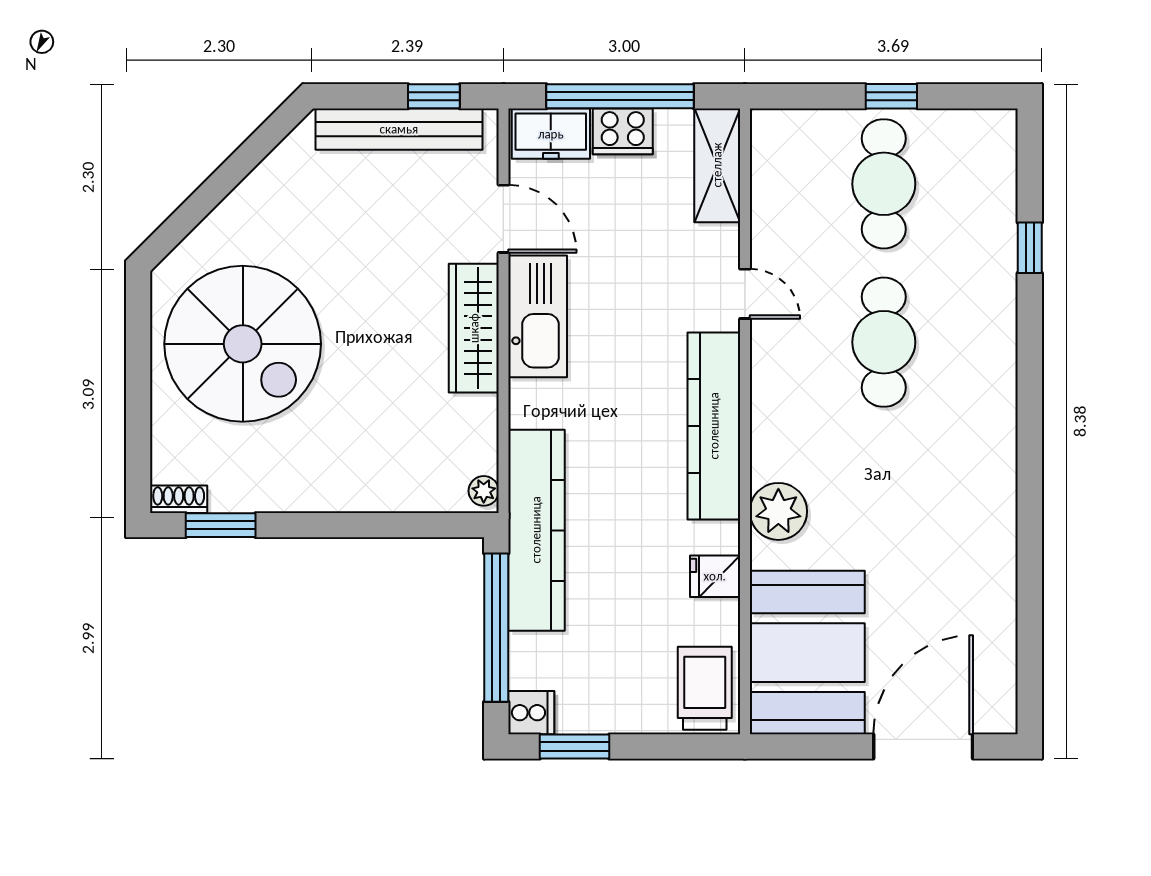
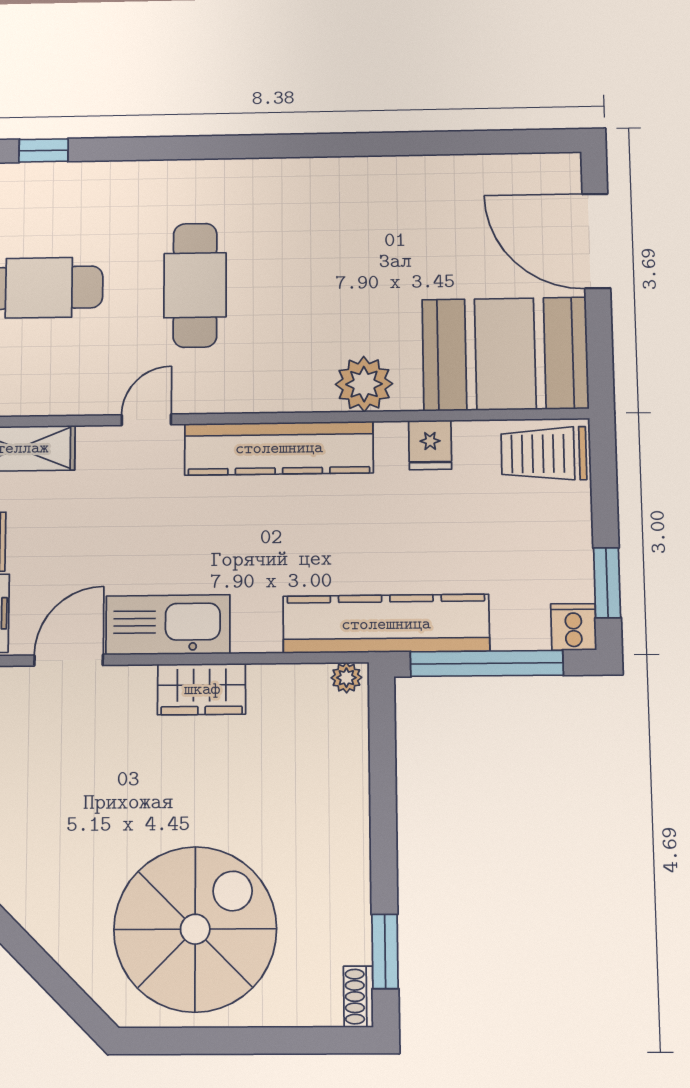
window: (1030, 248) -> (44, 150), moved
wardrobe: (474, 328) -> (202, 689), width x0.67
cafe table: (884, 342) -> (195, 285), turned 90

